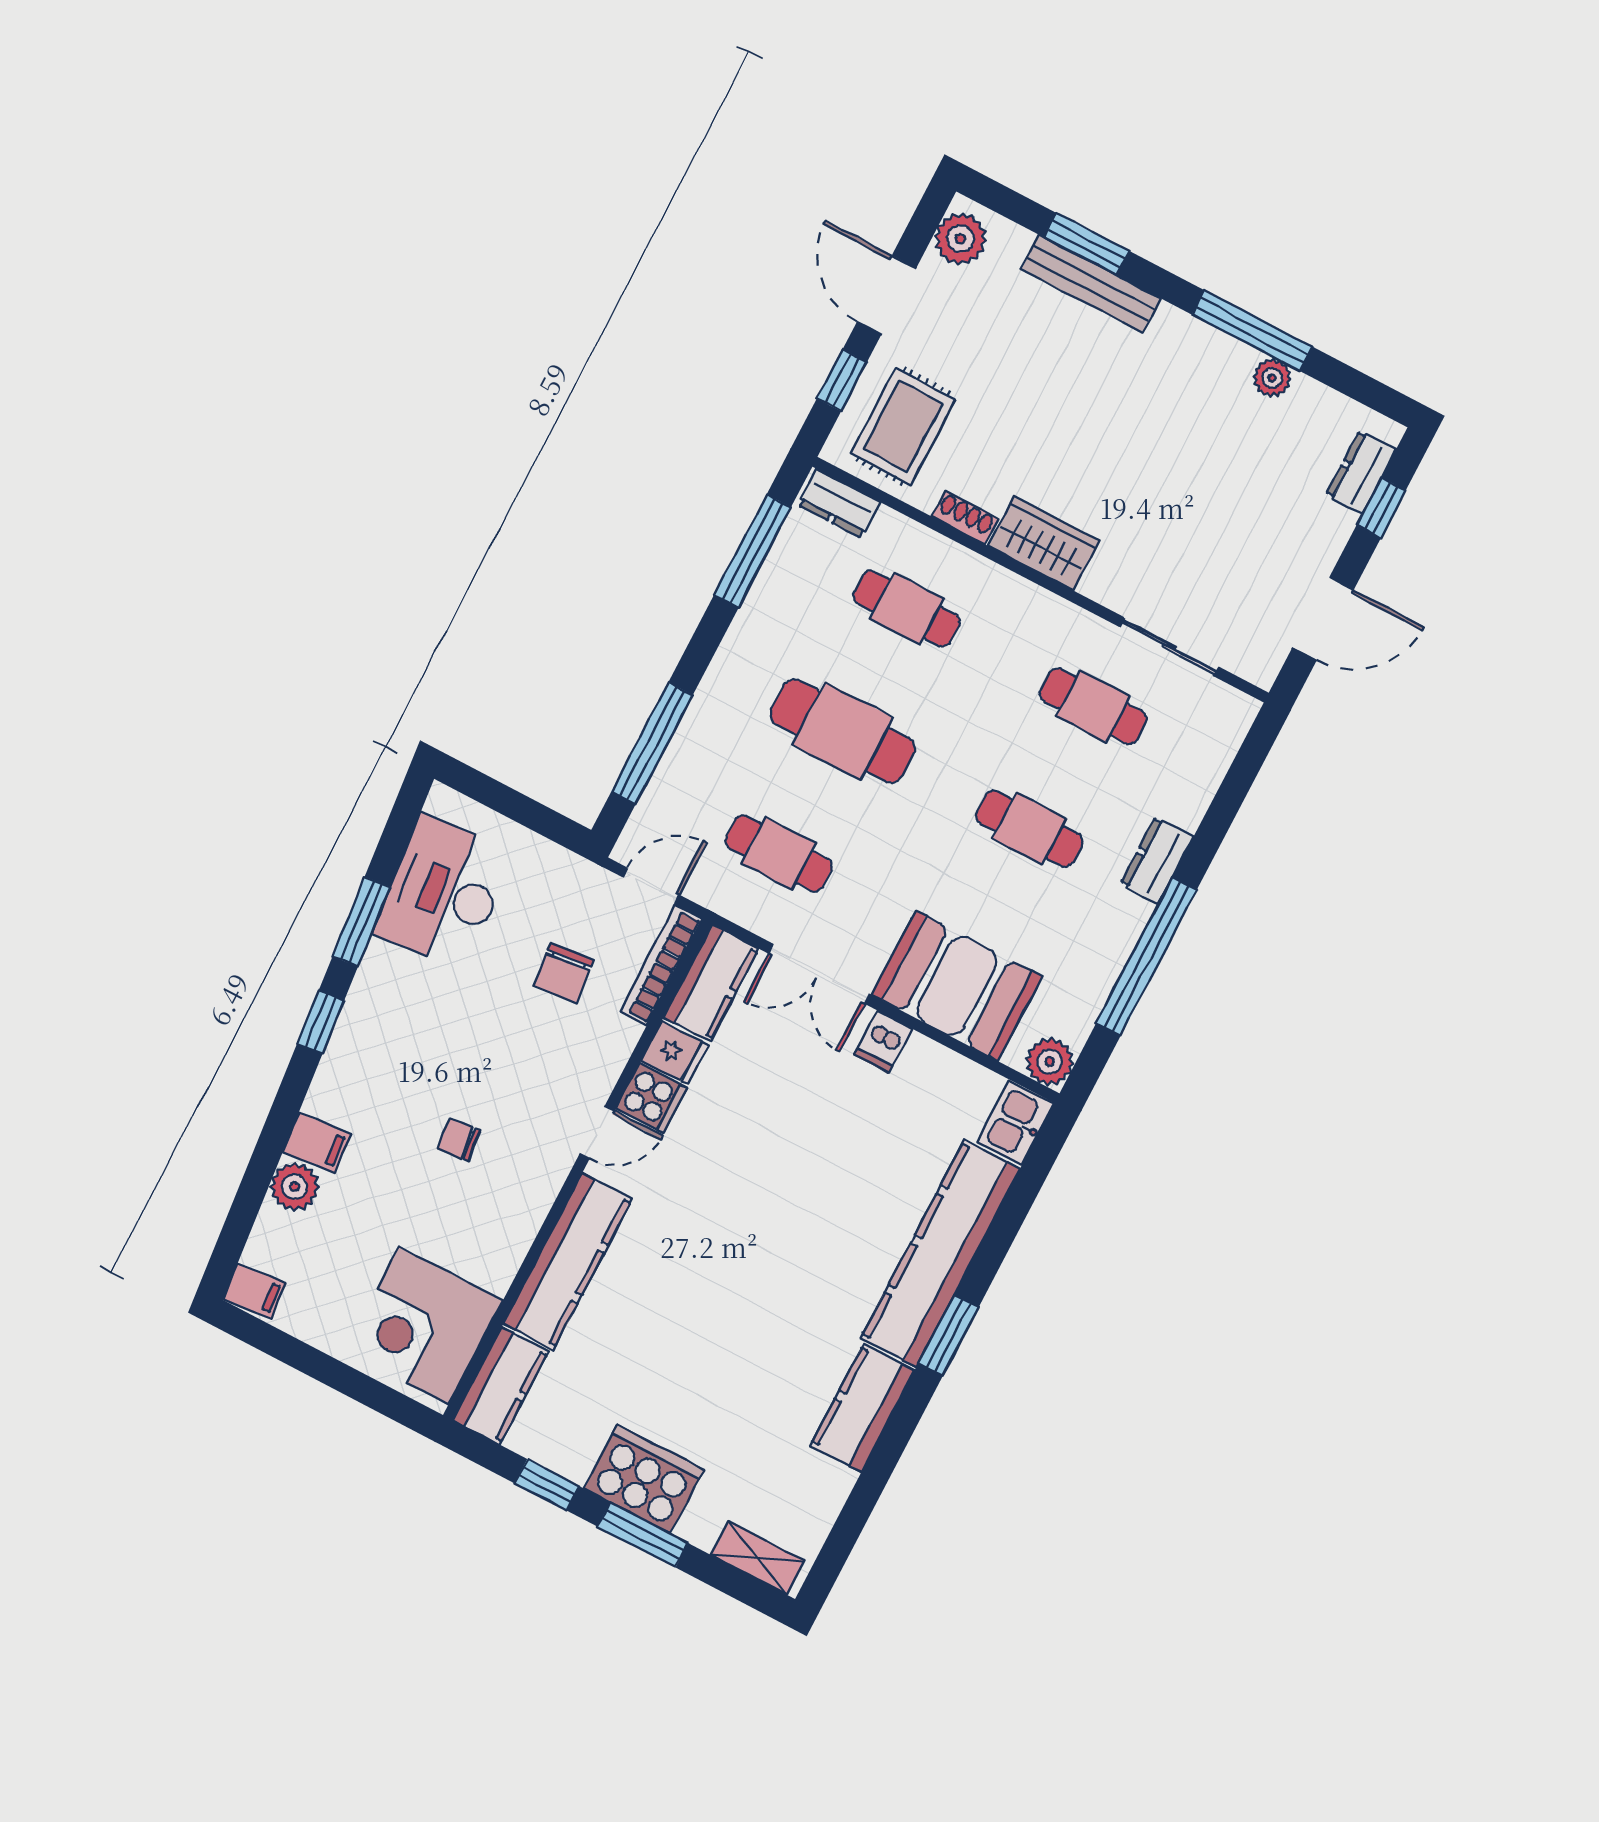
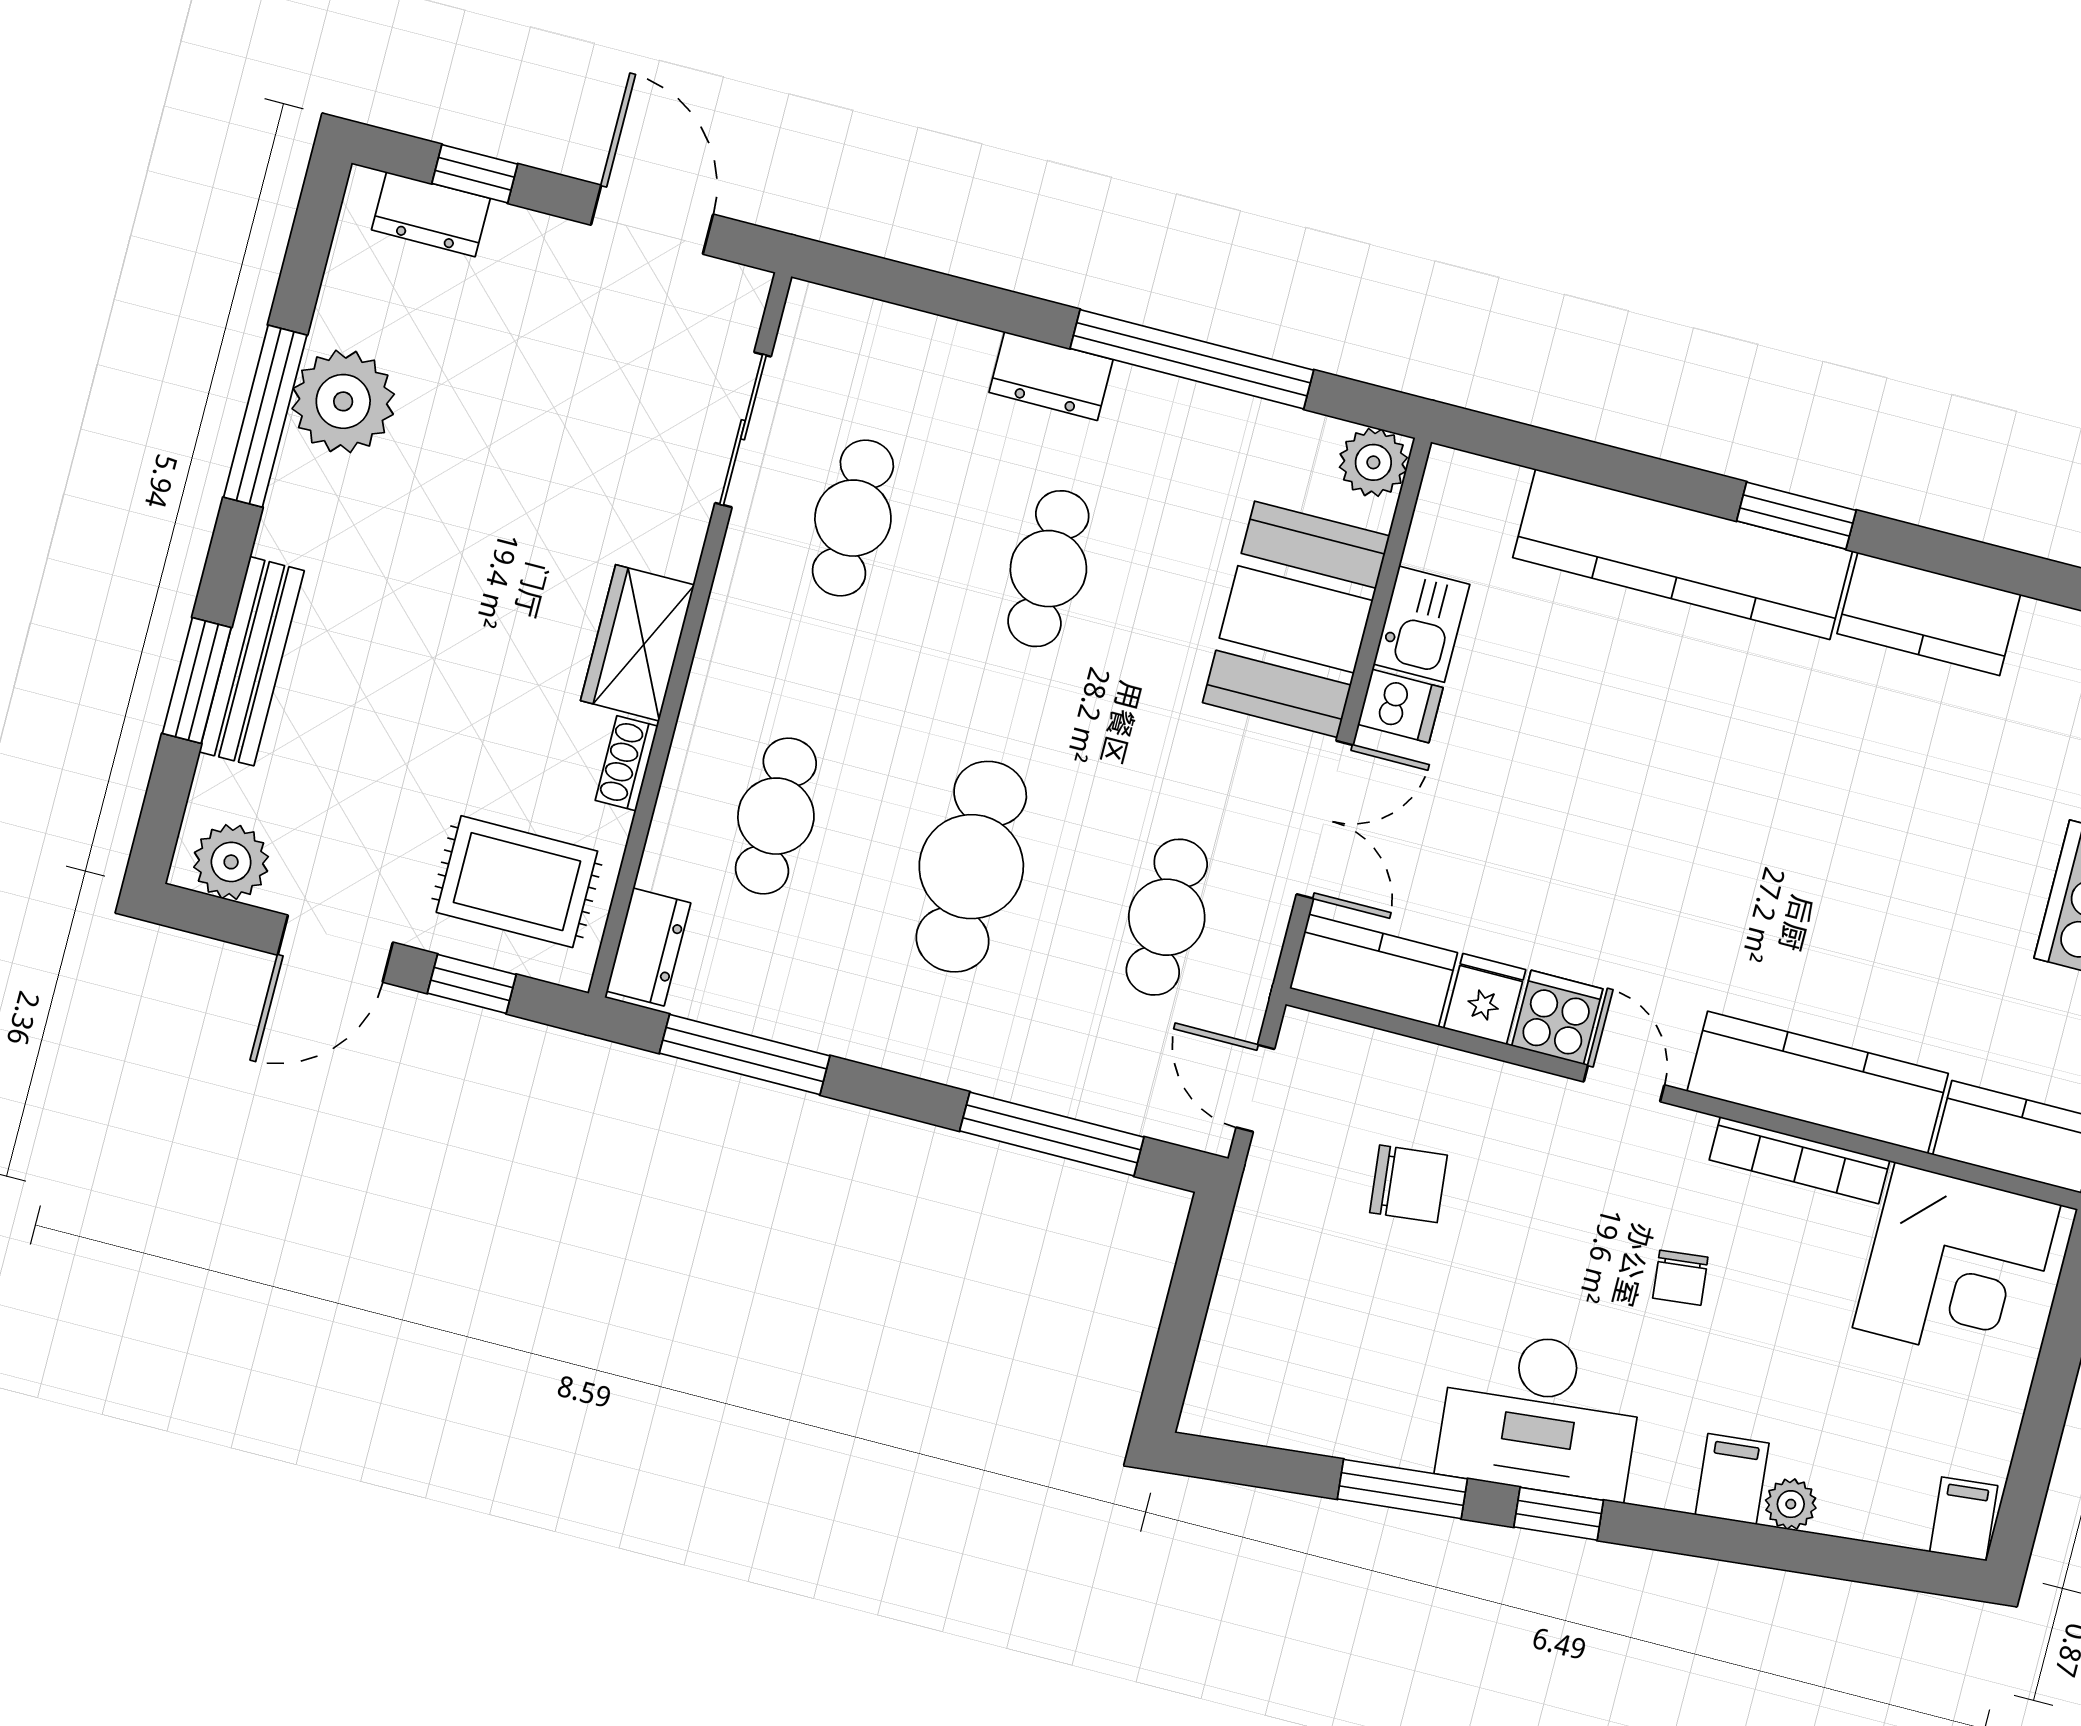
plant: (1272, 378) -> (343, 401), width x1.88, depth x1.88
desk: (444, 892) -> (1540, 1414), moved
bookcase: (661, 965) -> (1800, 1160), moved
kitchen sink: (1016, 1123) -> (1422, 624), moved, turned -90
plant: (295, 1187) -> (1791, 1504), width x0.73, depth x0.73

